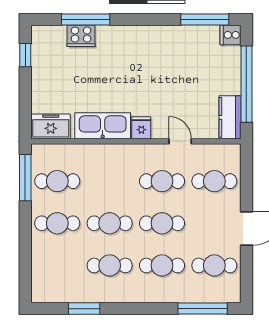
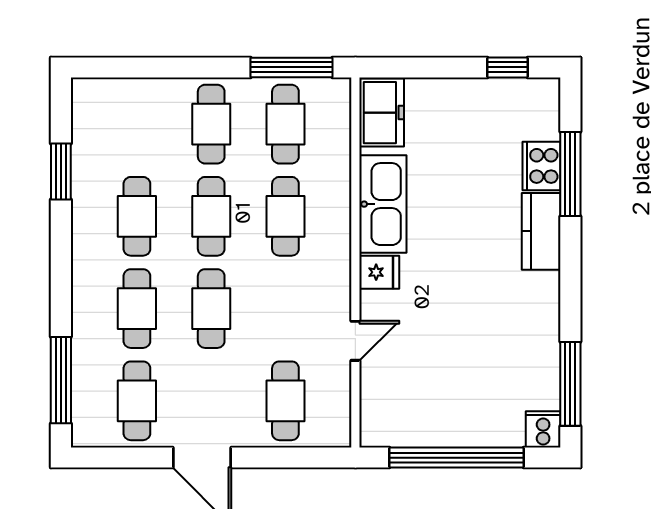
kitchen counter: (230, 117) -> (541, 231), moved, turned -90
cafe table: (162, 181) -> (285, 216), moved

